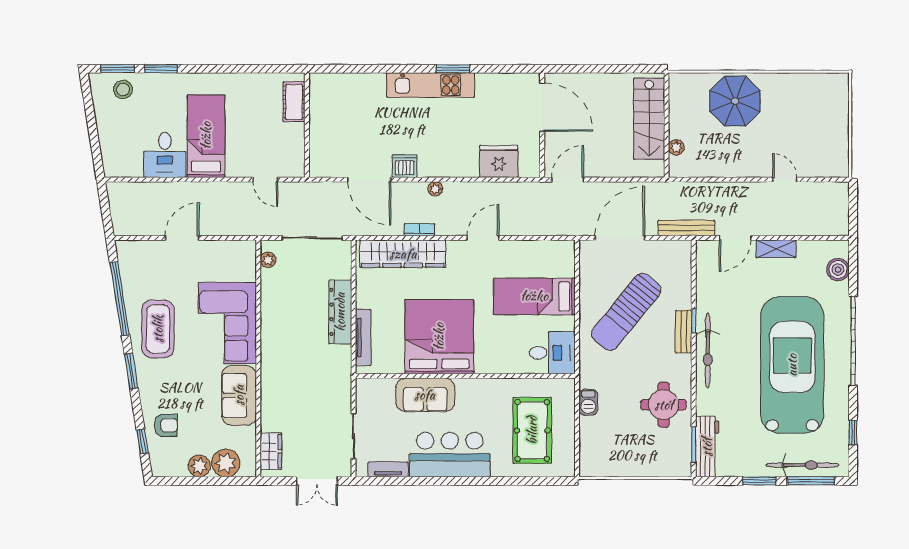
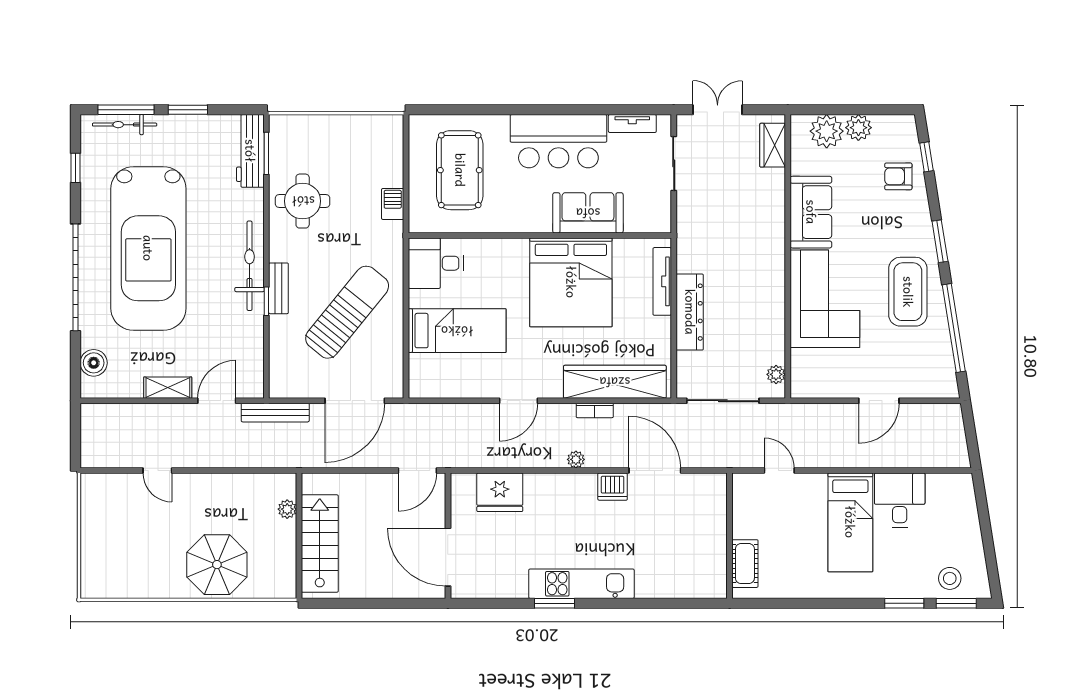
bicycle: (802, 465) -> (125, 125), width x0.73, depth x0.71

